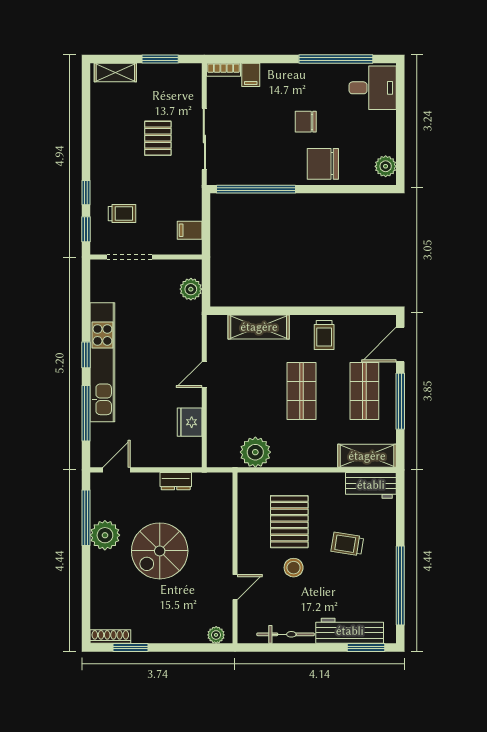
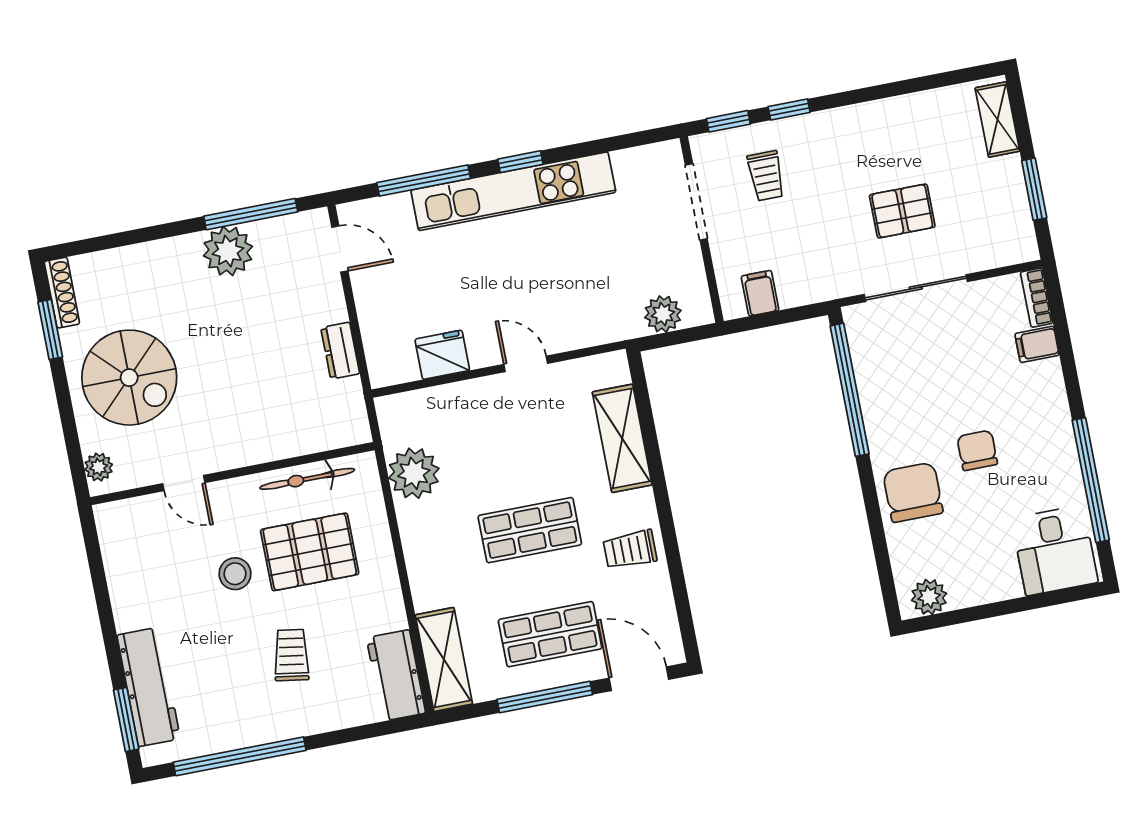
spiral stairs: (160, 551) -> (129, 378), moved, turned 180
bicycle: (286, 634) -> (307, 479), moved, turned 90

